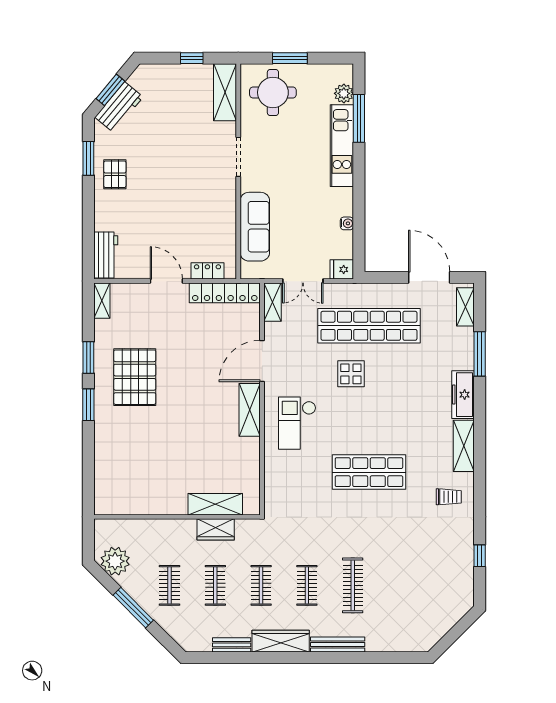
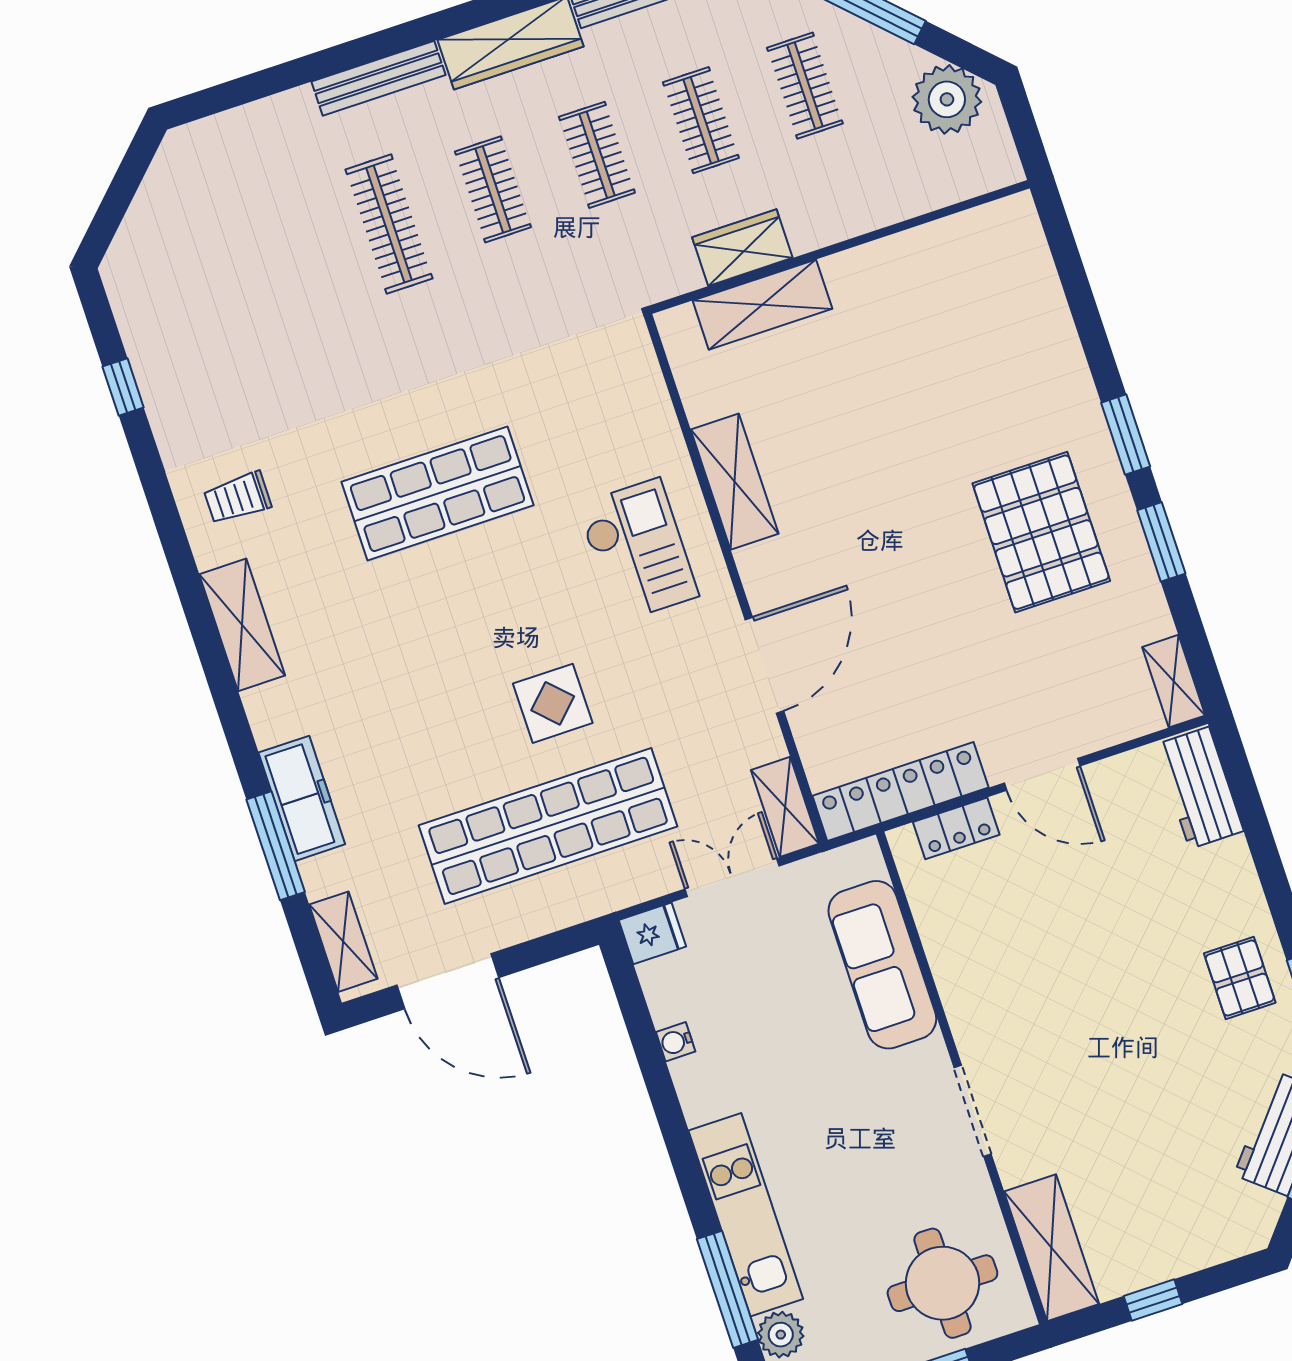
freezer: (463, 395) -> (302, 798), moved
shelving: (250, 410) -> (735, 482), moved

